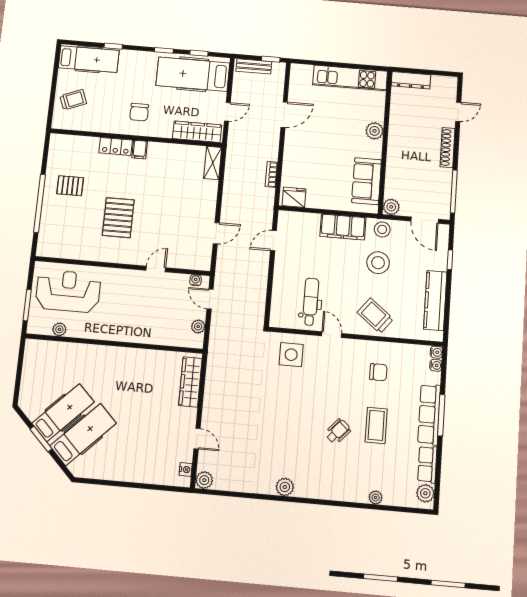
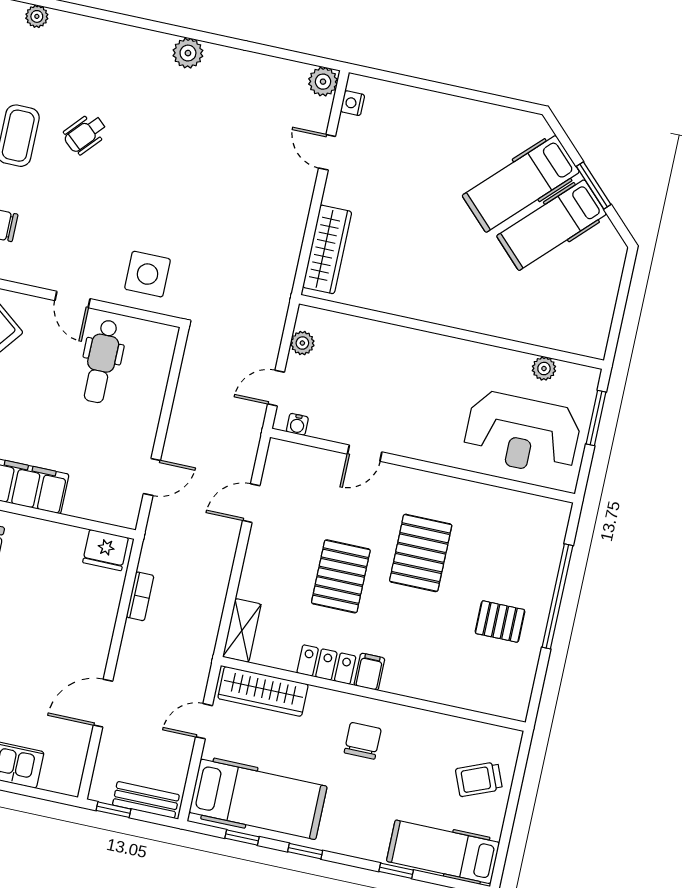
locker: (116, 146) -> (326, 665), moved
pallet: (161, 199) -> (341, 576), added
door: (210, 299) -> (276, 388), swing flipped

